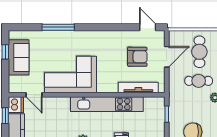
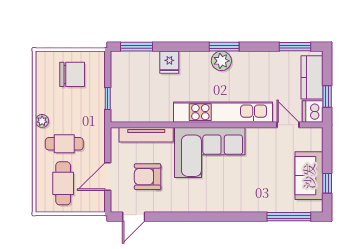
window: (58, 27) -> (289, 217), moved
door: (148, 27) -> (134, 217), hinge flipped
corner sofa: (71, 74) -> (210, 152), moved
kitchen unit: (107, 104) -> (223, 112), moved

